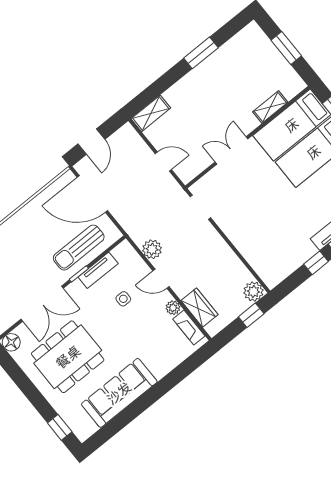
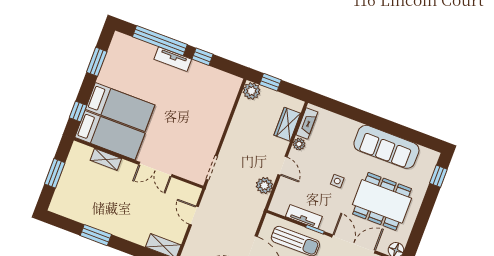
side table: (123, 299) -> (337, 181), moved

